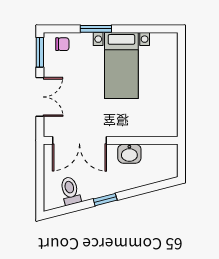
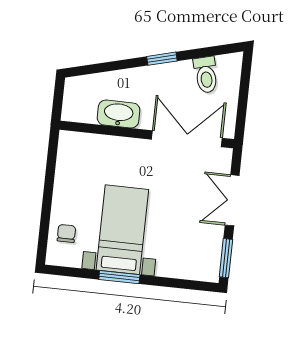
window: (96, 29) -> (119, 277), moved
chair: (62, 44) -> (66, 233), moved, turned 90
washbasin: (129, 154) -> (119, 114), width x1.38

